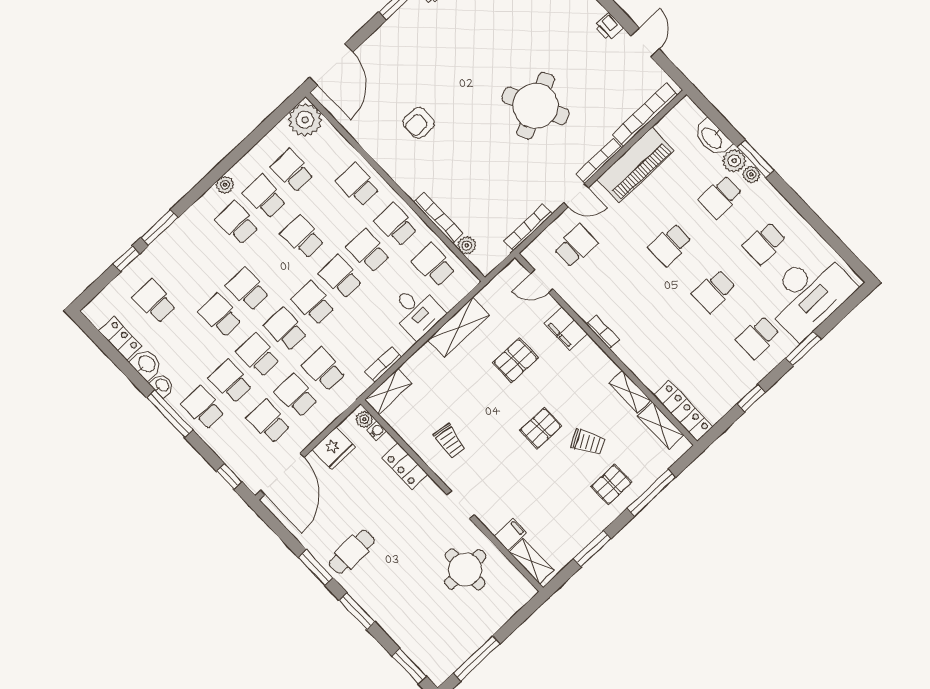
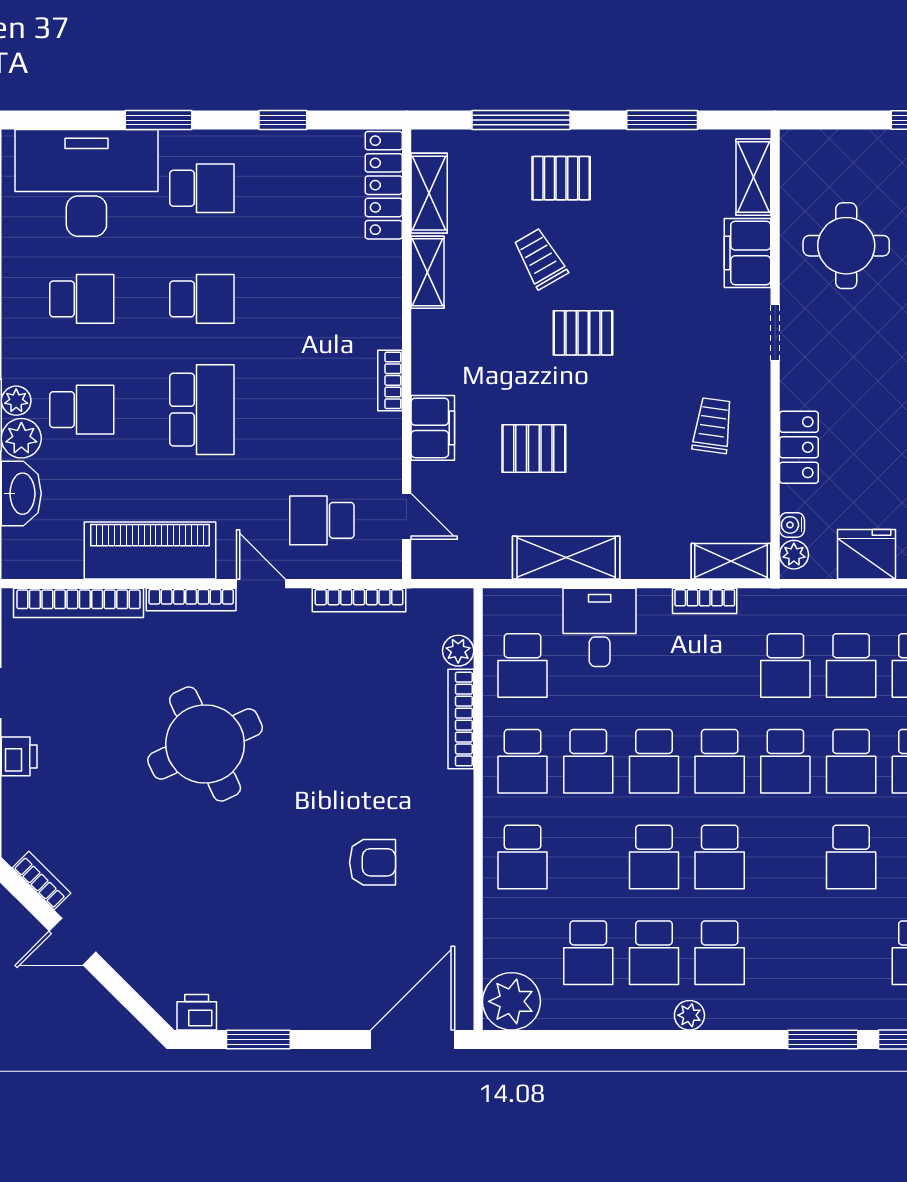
school desk: (670, 245) -> (202, 410), width x1.85
school desk: (248, 289) -> (720, 857), moved
filing cabinet: (511, 534) -> (748, 253), width x2.00

